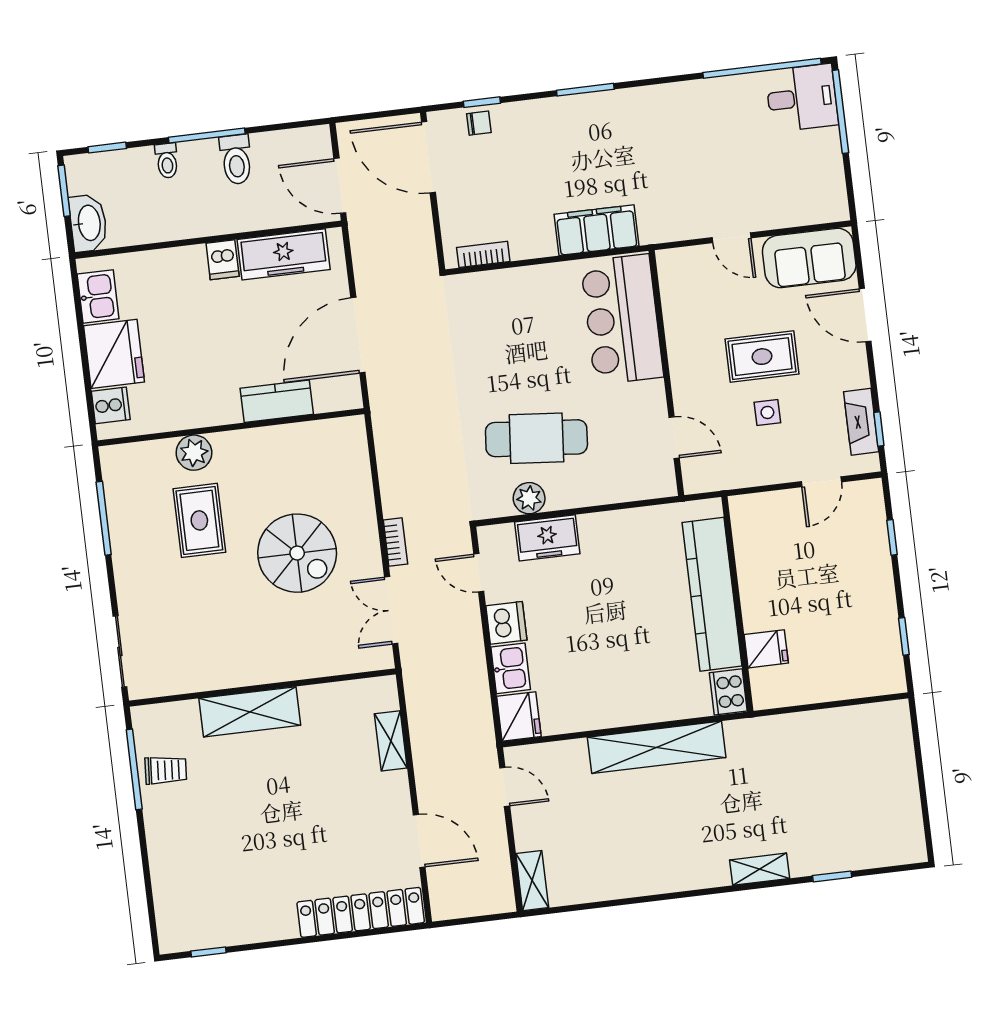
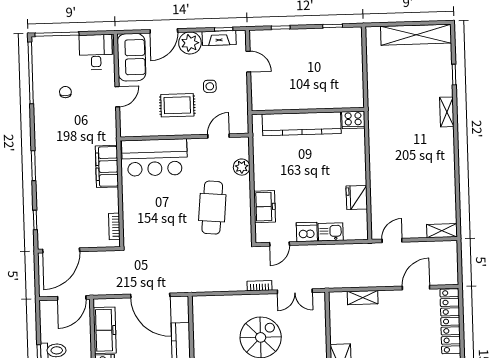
desk: (802, 98) -> (96, 52), moved
chair: (479, 123) -> (65, 92), moved
rug: (762, 357) -> (177, 105), moved, turned 90
plant: (847, 367) -> (190, 43), added
plant: (529, 498) -> (242, 167), moved
fridge: (766, 649) -> (333, 98), removed
fridge: (519, 716) -> (357, 197), moved, turned -90
shelving: (657, 747) -> (416, 35), moved, turned 90

